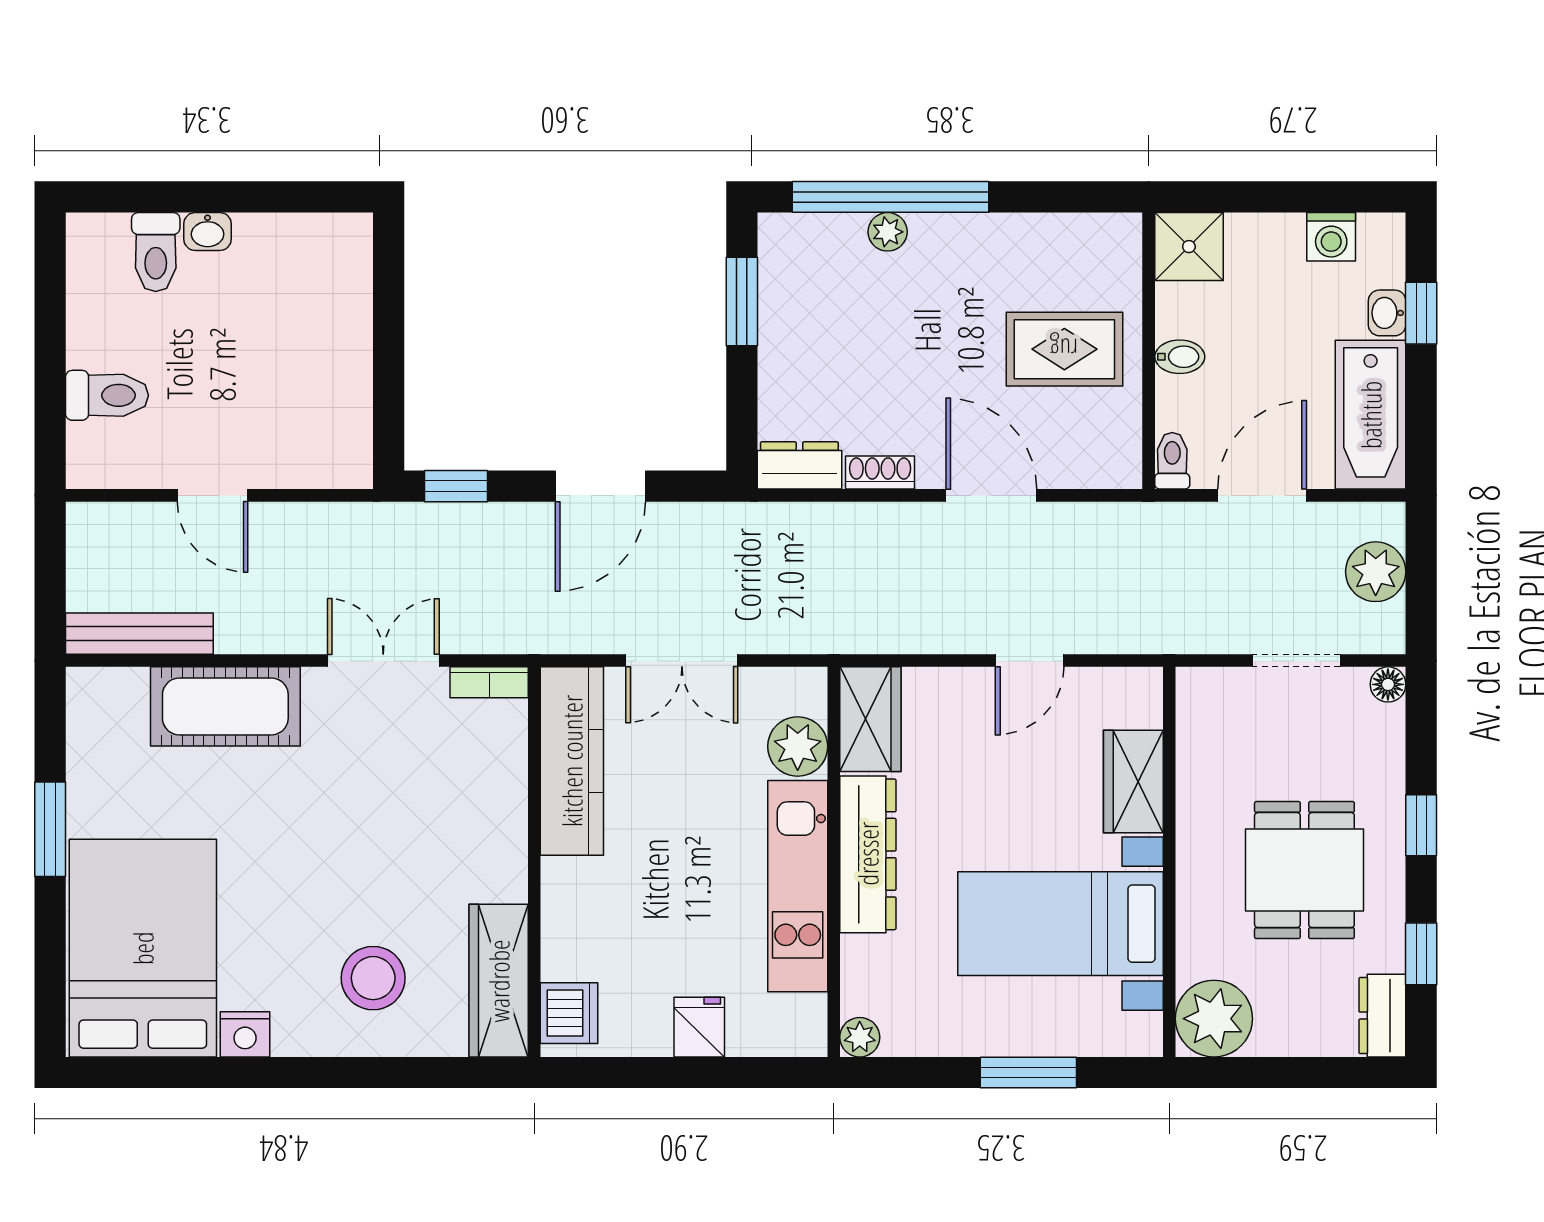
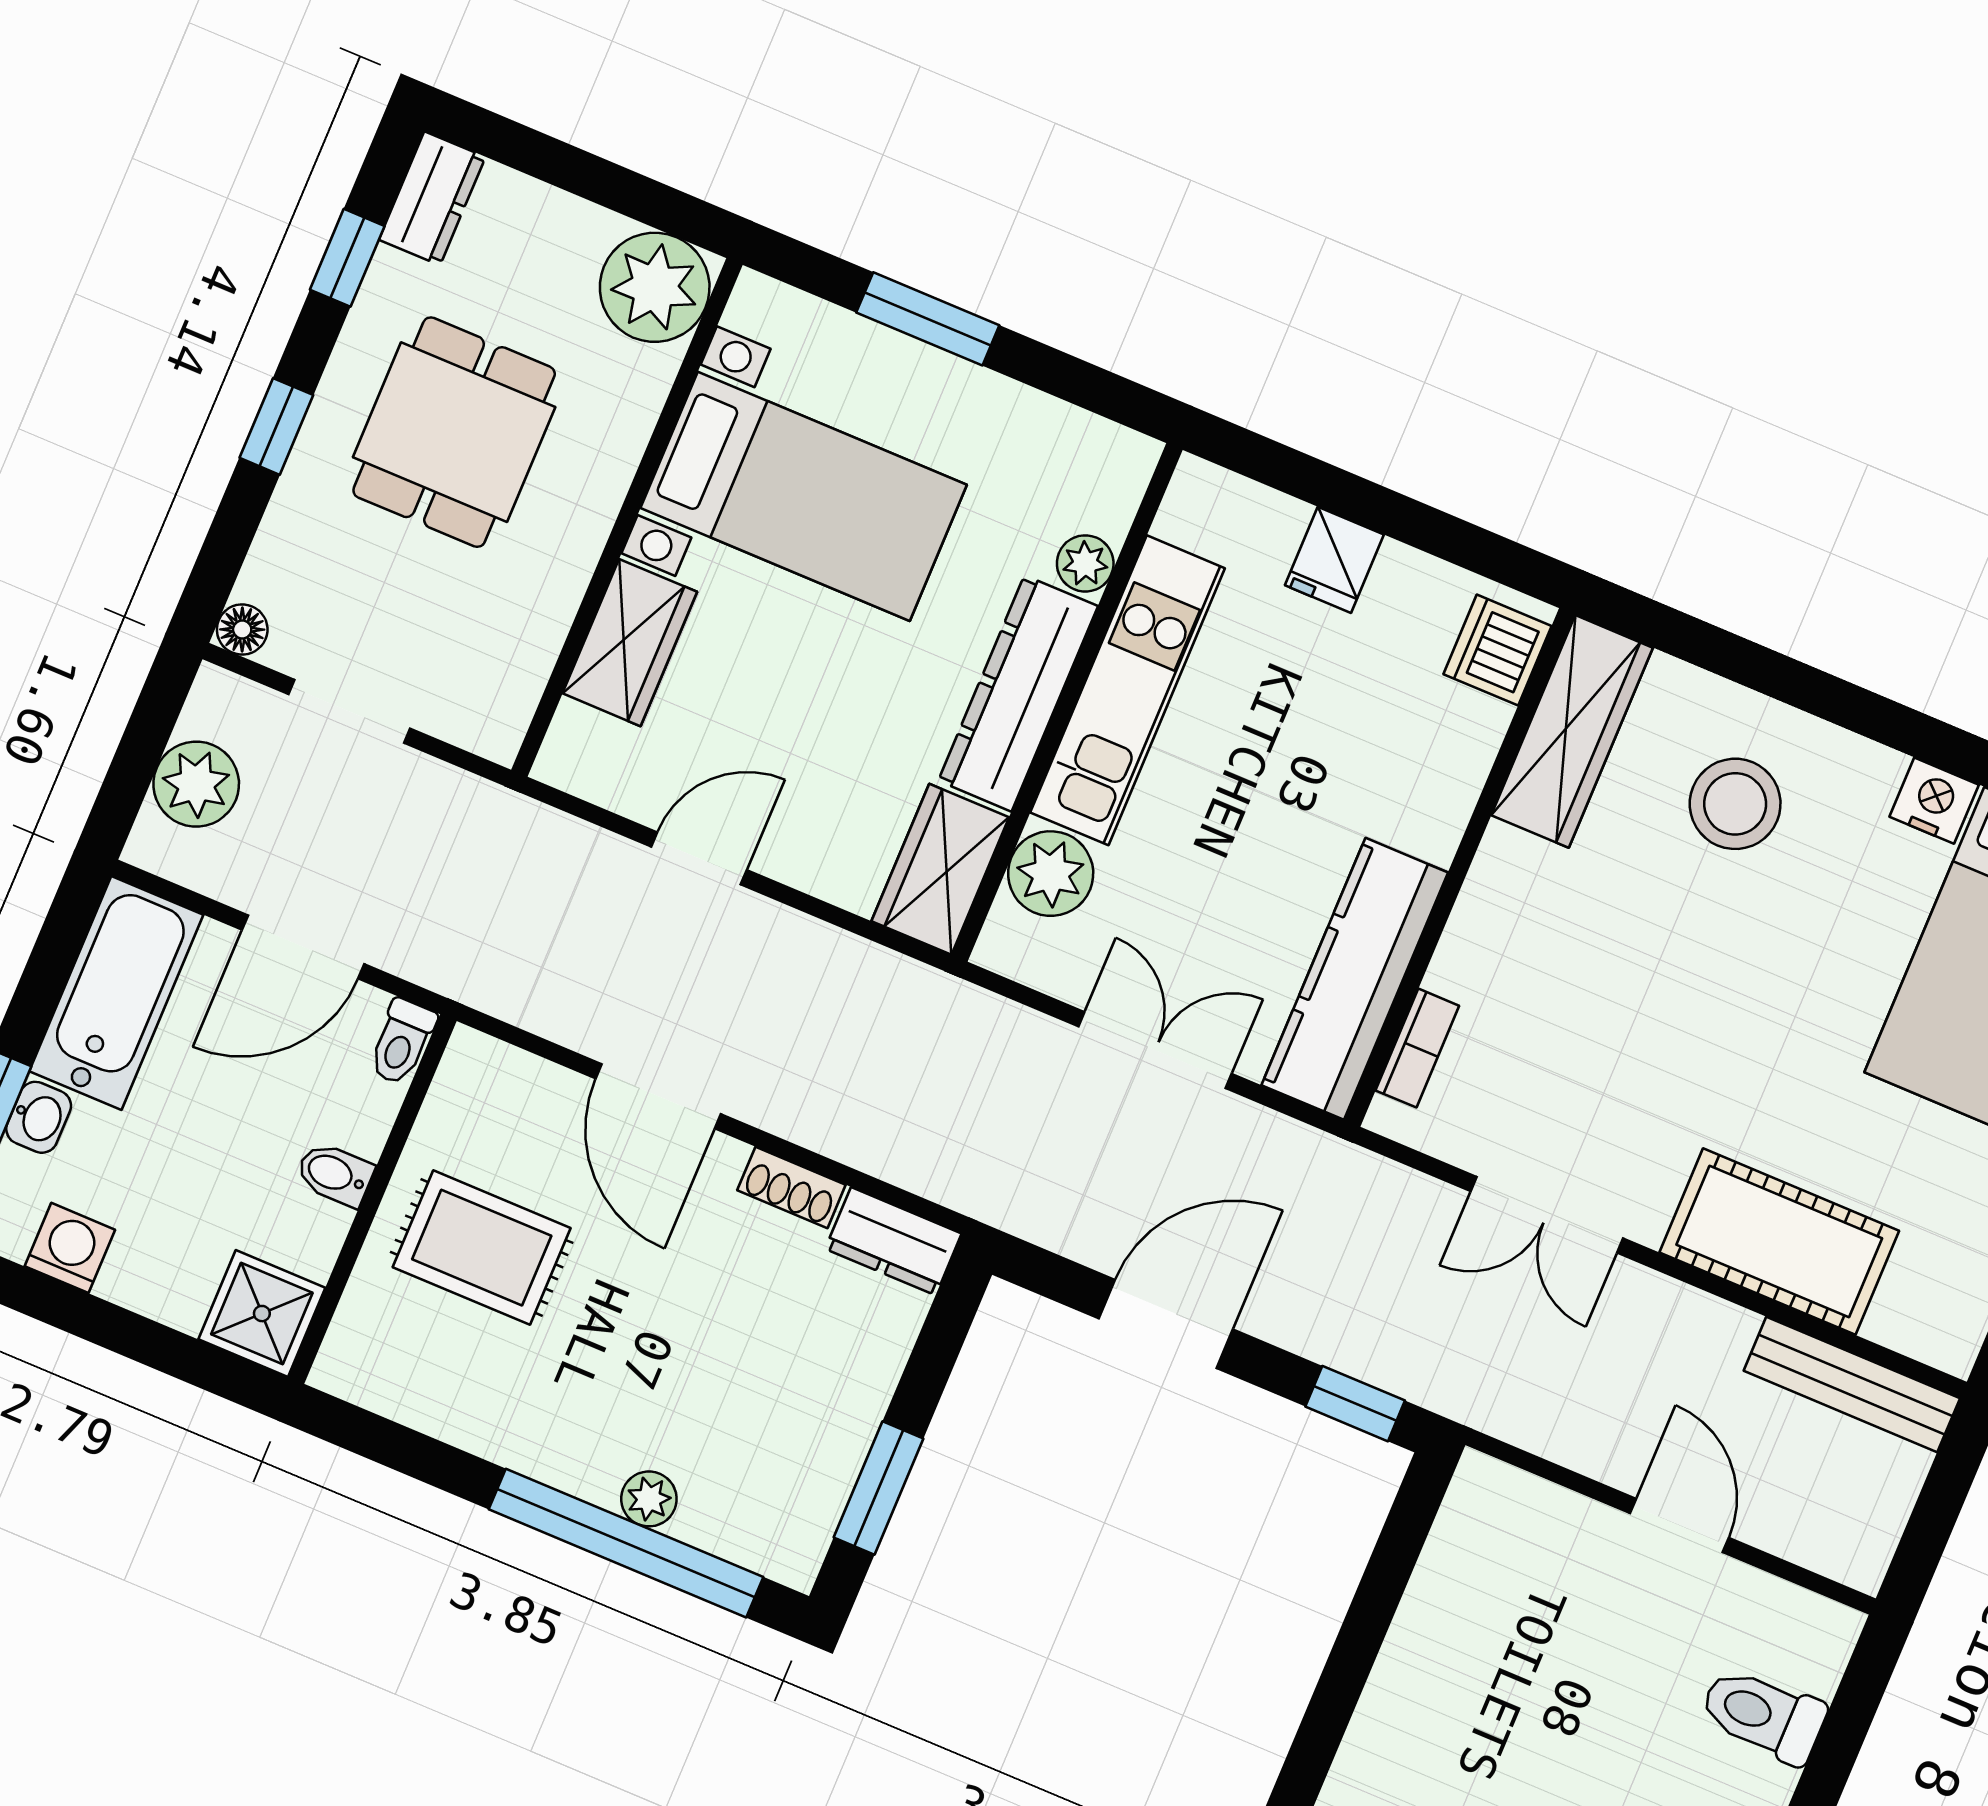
bookcase: (489, 682) -> (1417, 1048), moved, turned 90
plant: (860, 1037) -> (1085, 563), moved

